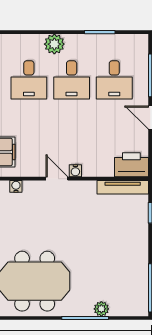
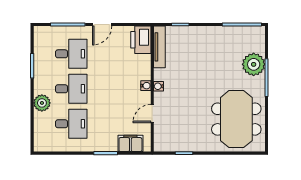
door: (57, 179) -> (152, 114), moved
water cooler: (16, 186) -> (159, 86), moved
plant: (101, 309) -> (254, 64), width x1.88, depth x1.88

